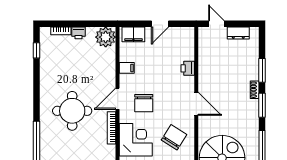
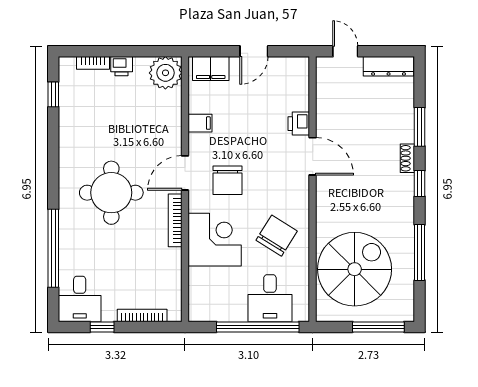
dresser: (238, 33) -> (389, 66), width x1.44
door: (196, 104) -> (313, 156), moved
window: (262, 105) -> (420, 184), width x0.67

